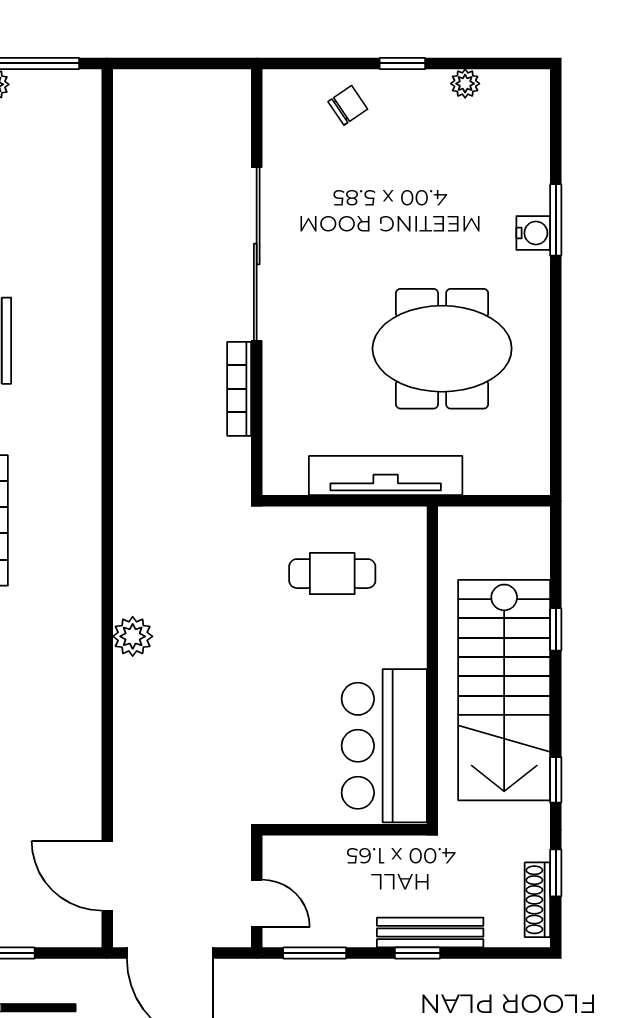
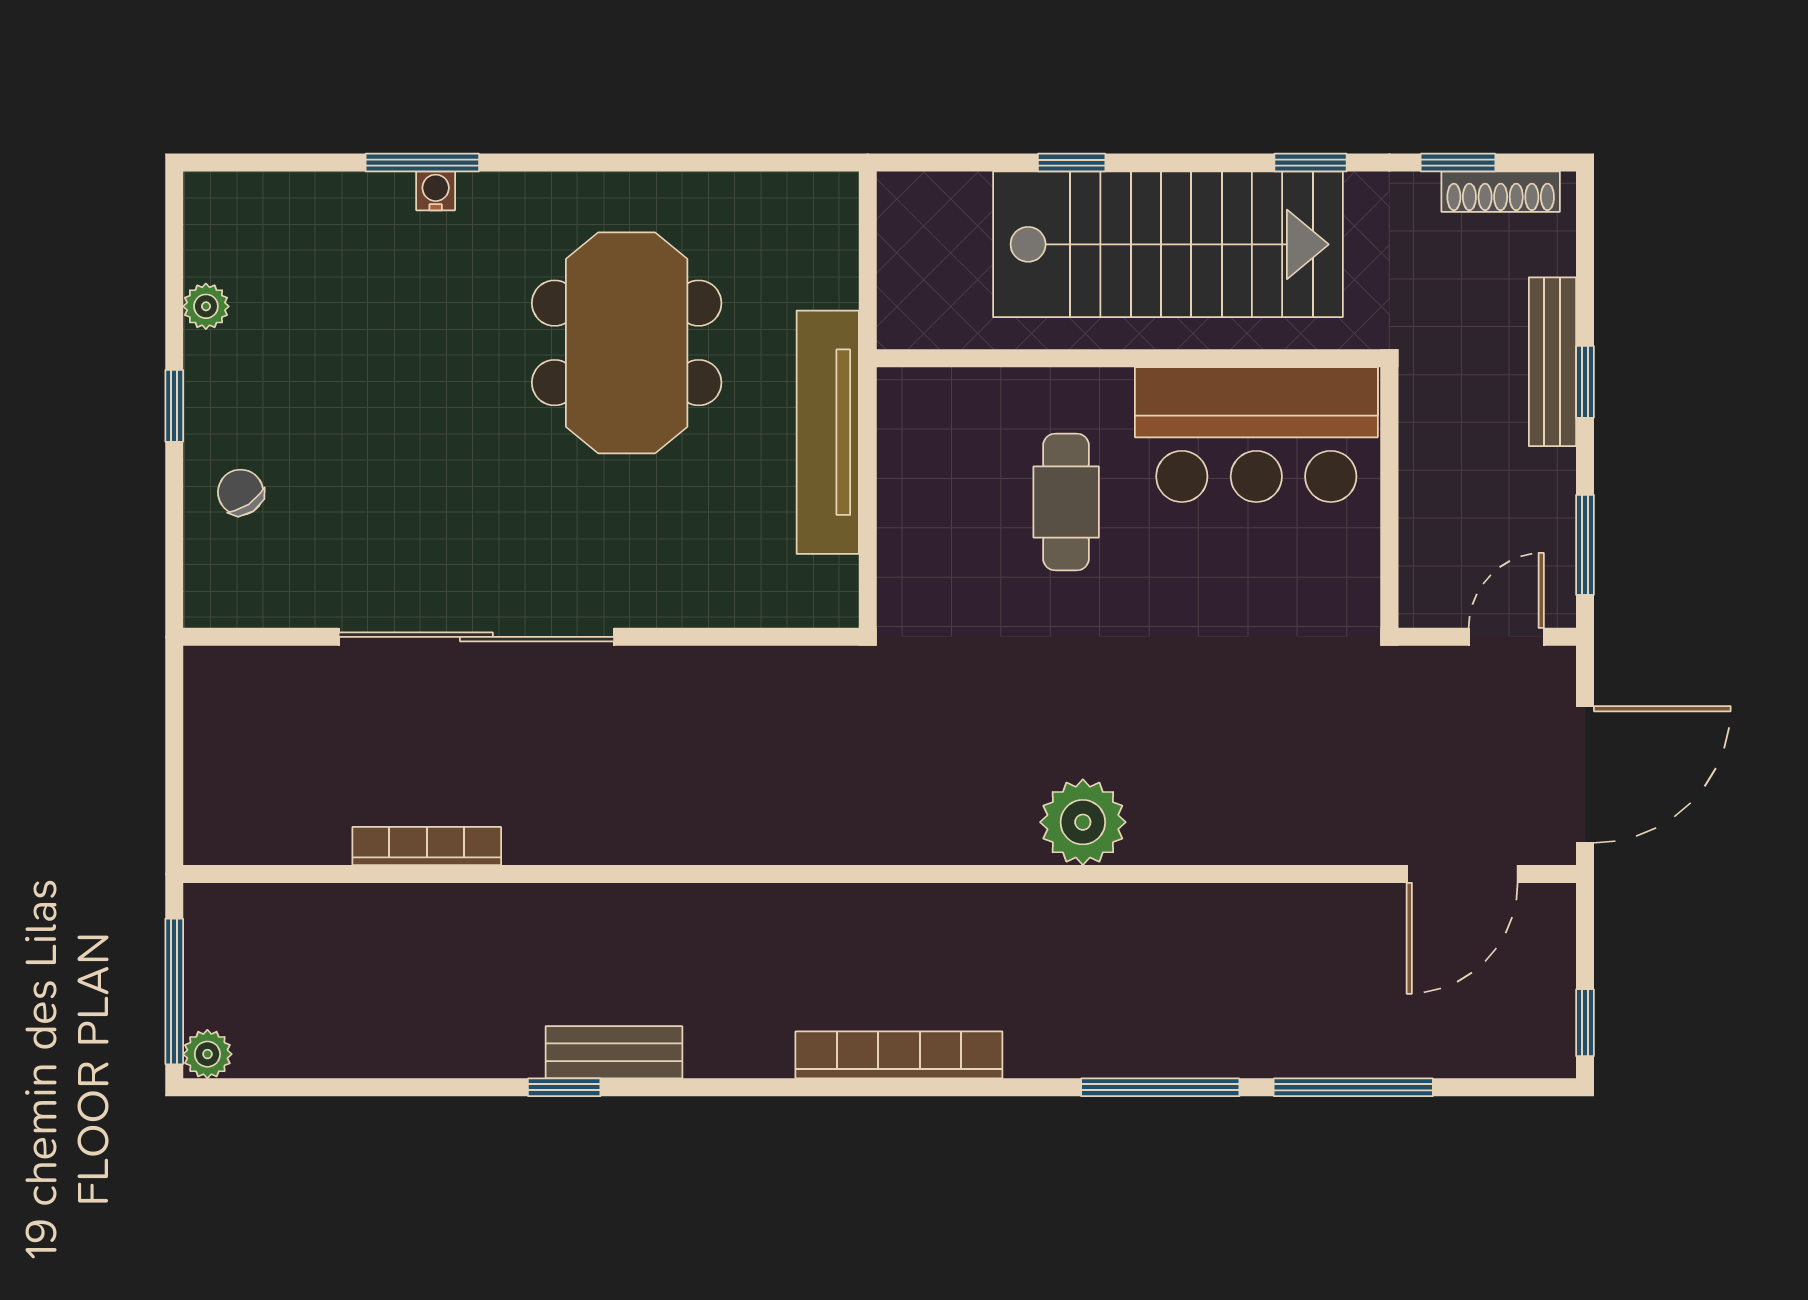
water cooler: (533, 233) -> (436, 191), width x0.72, depth x0.72
bookcase: (239, 389) -> (427, 846), moved, turned 180
cafe table: (332, 574) -> (1066, 502), moved
plant: (133, 636) -> (1083, 822), width x1.36, depth x1.36

